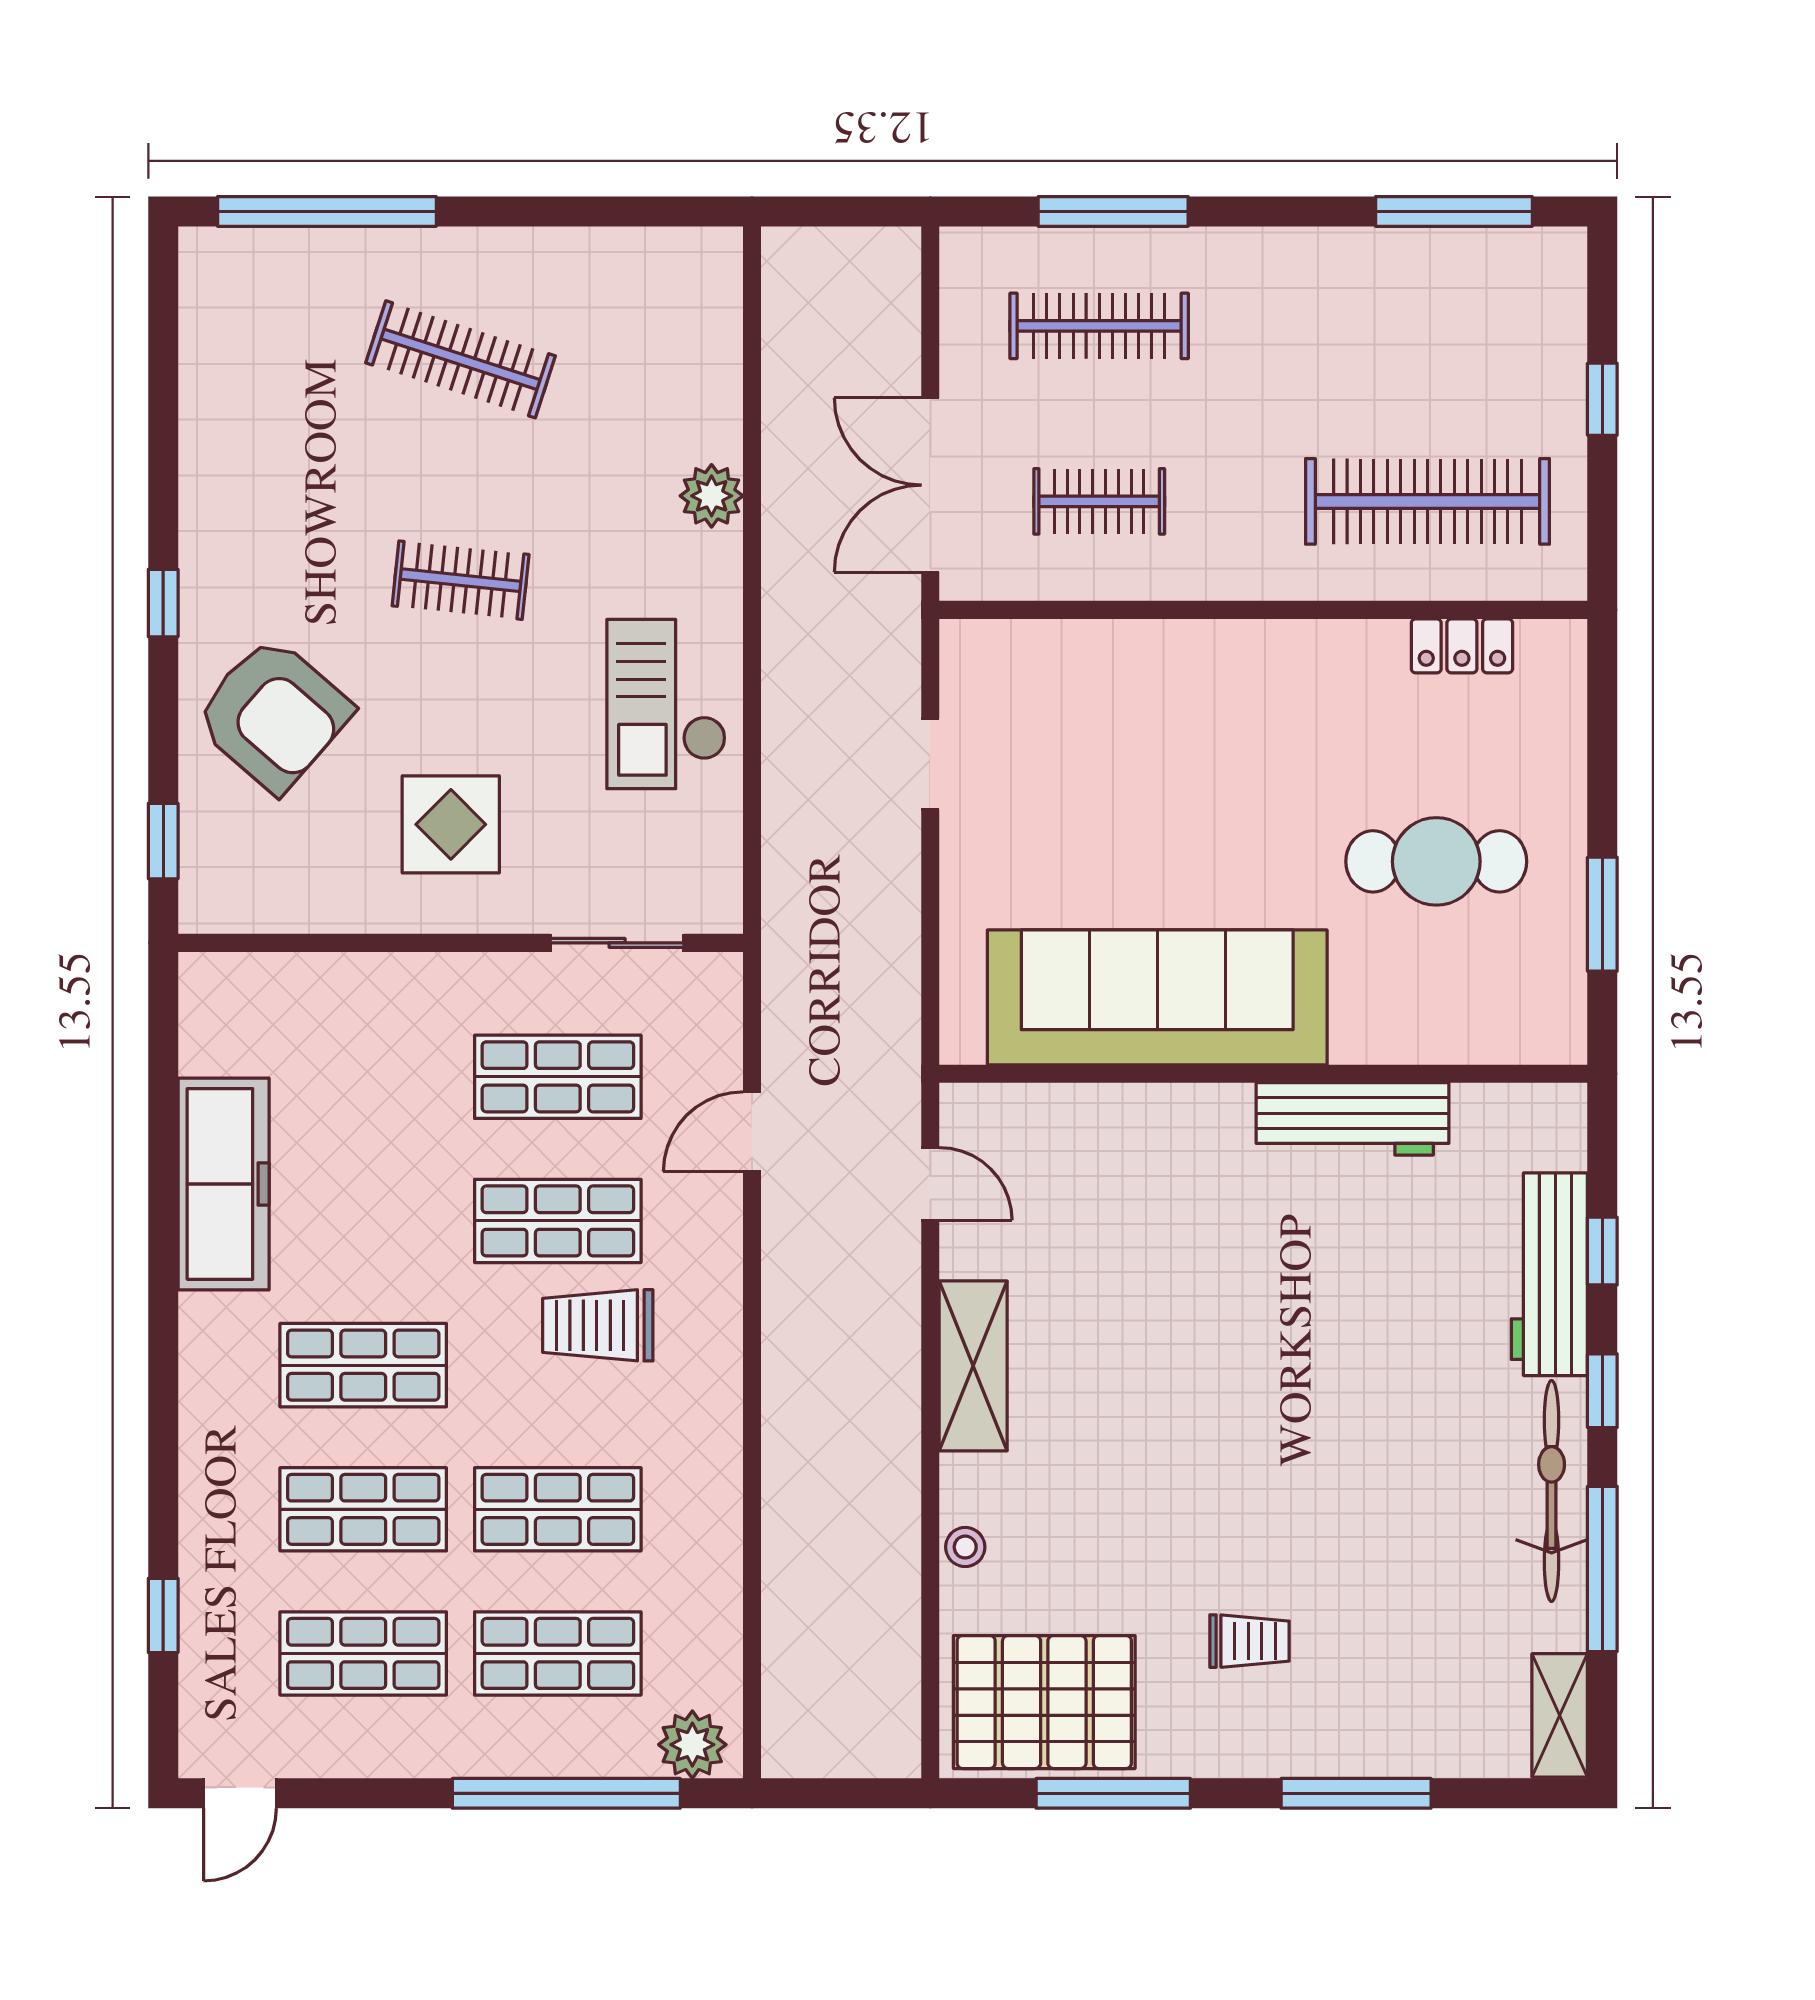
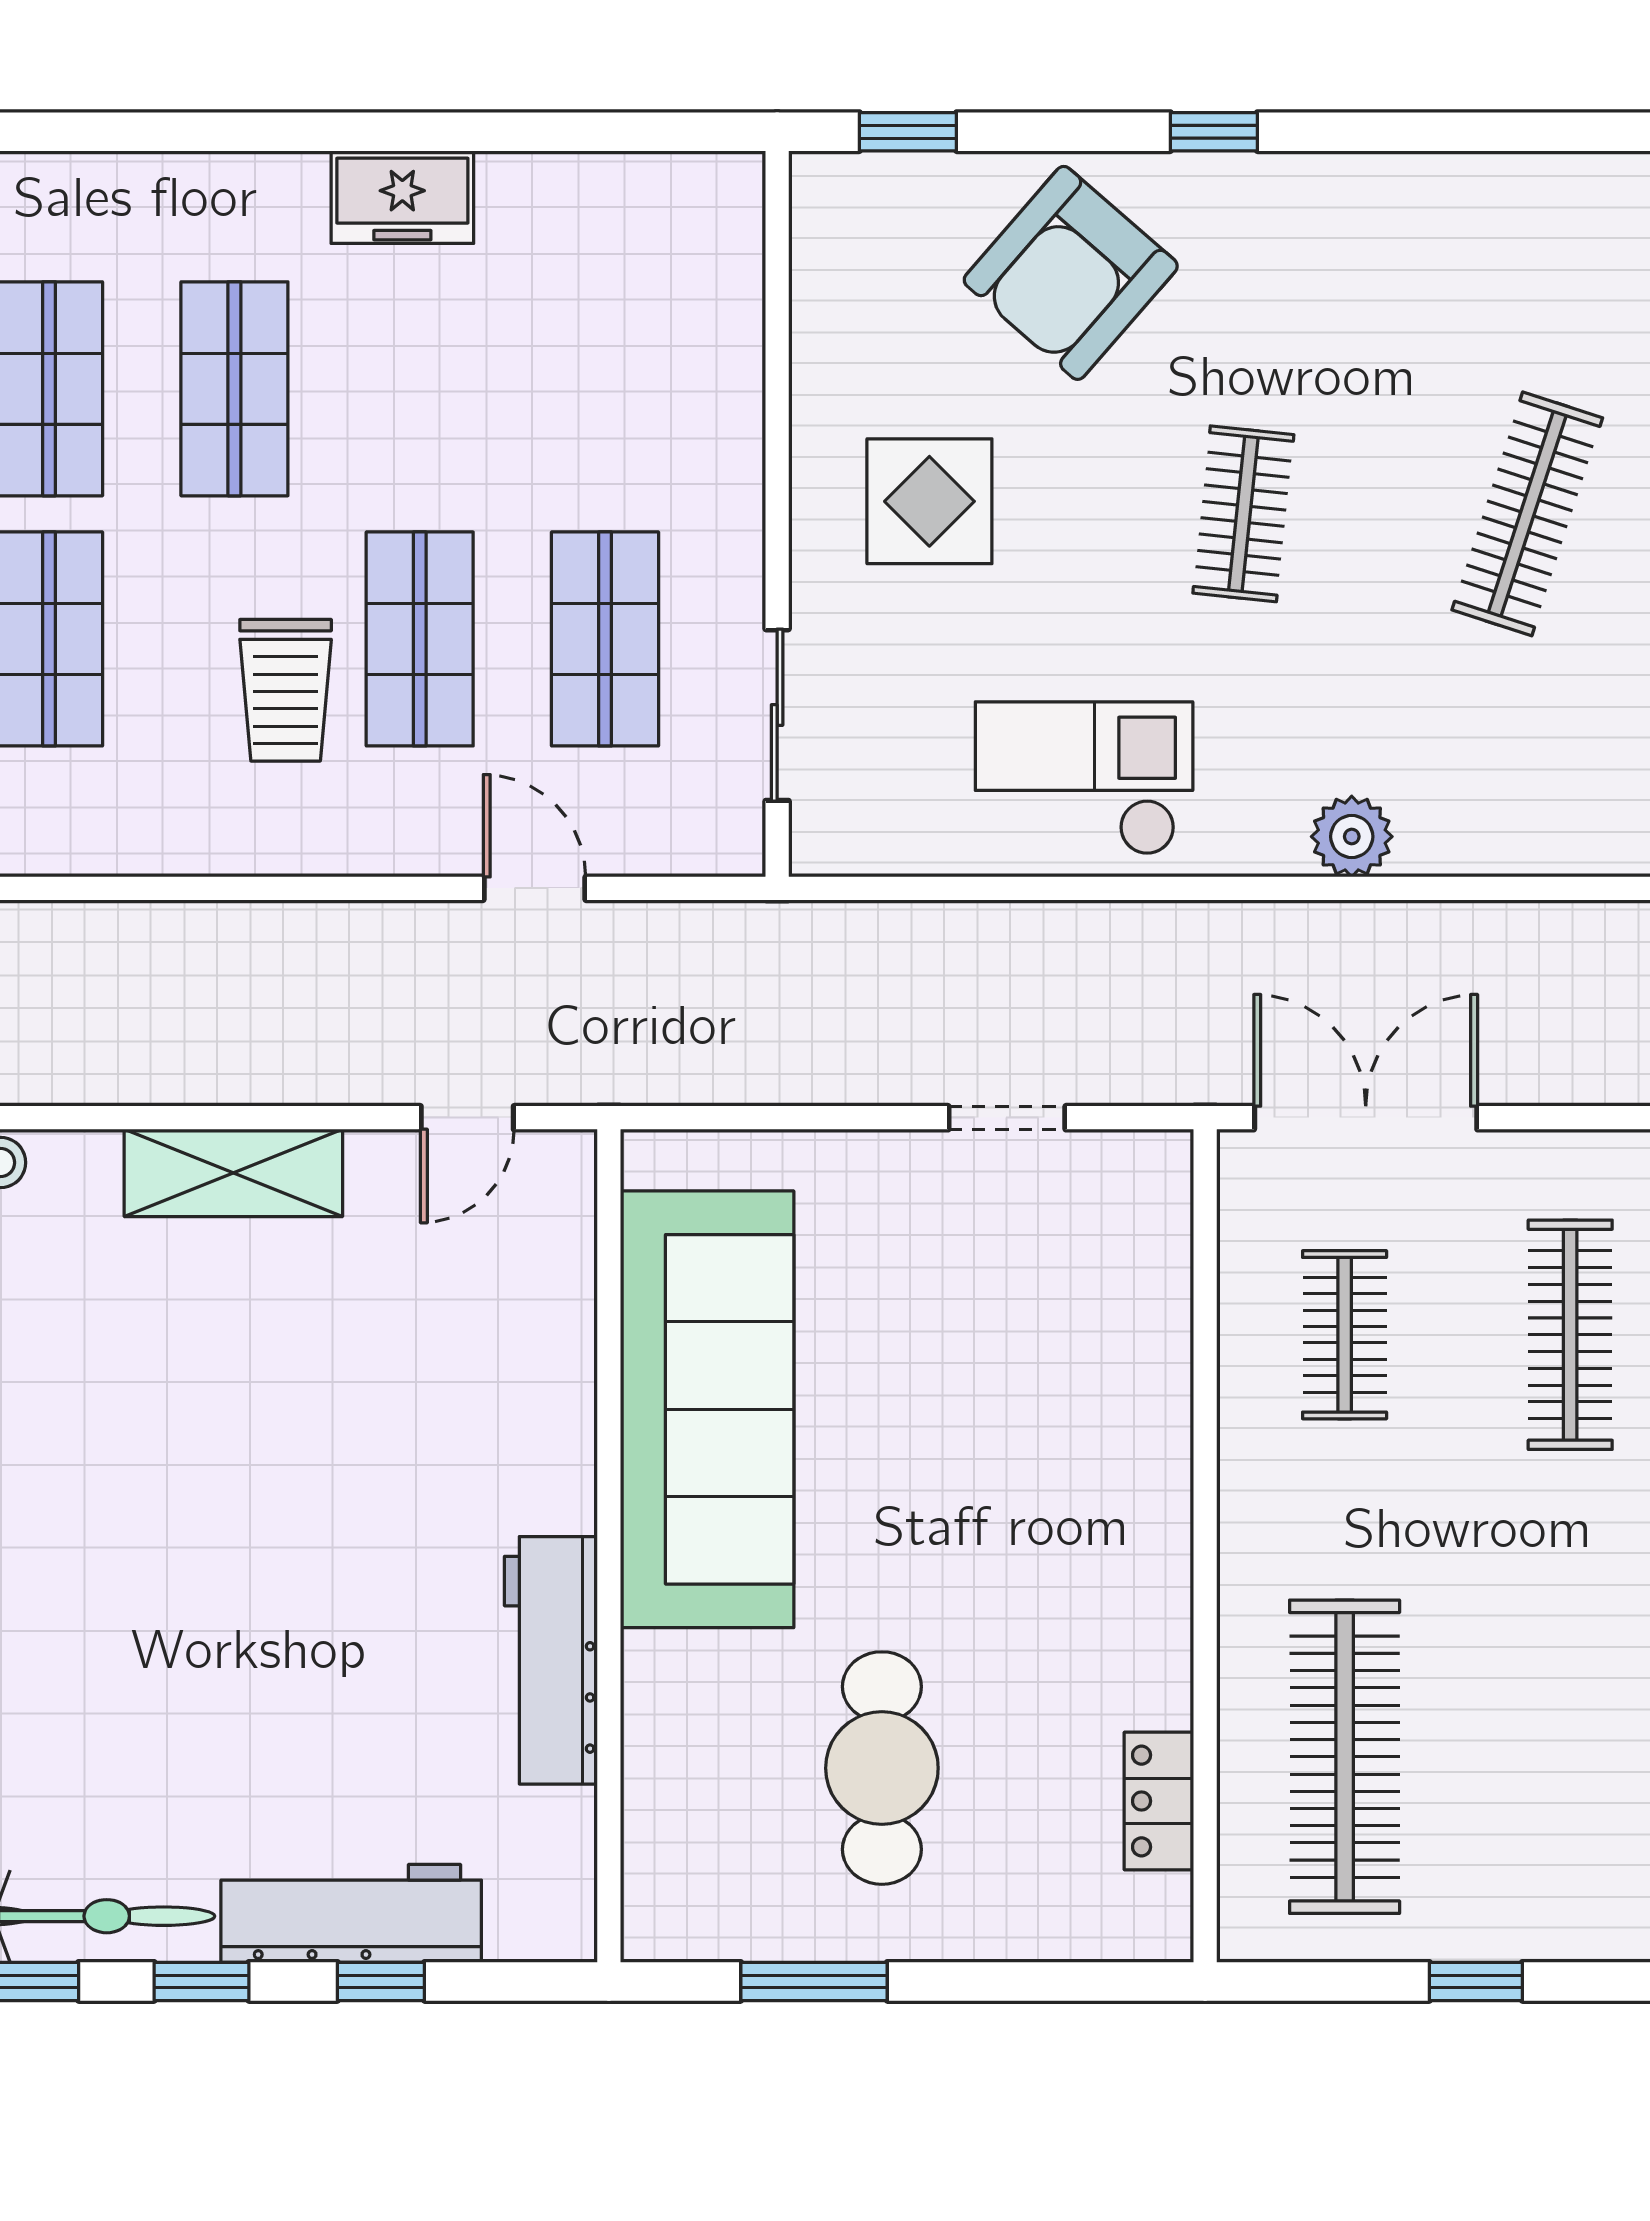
freezer: (224, 1184) -> (402, 197), width x0.52, depth x0.79
trolley: (598, 1325) -> (286, 690), turned 180

